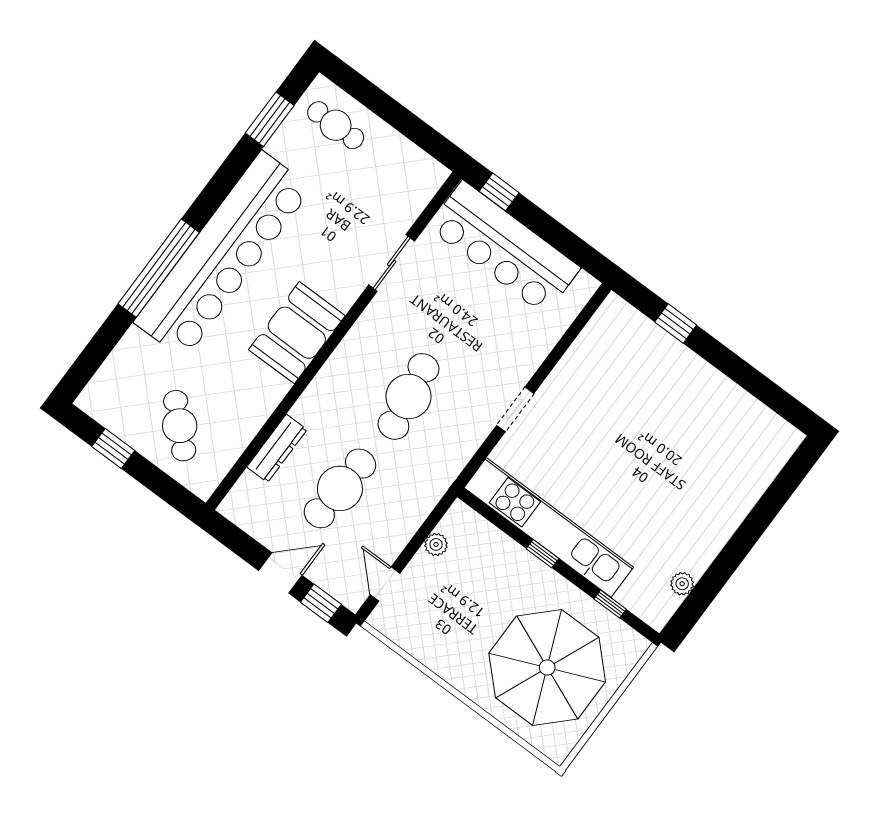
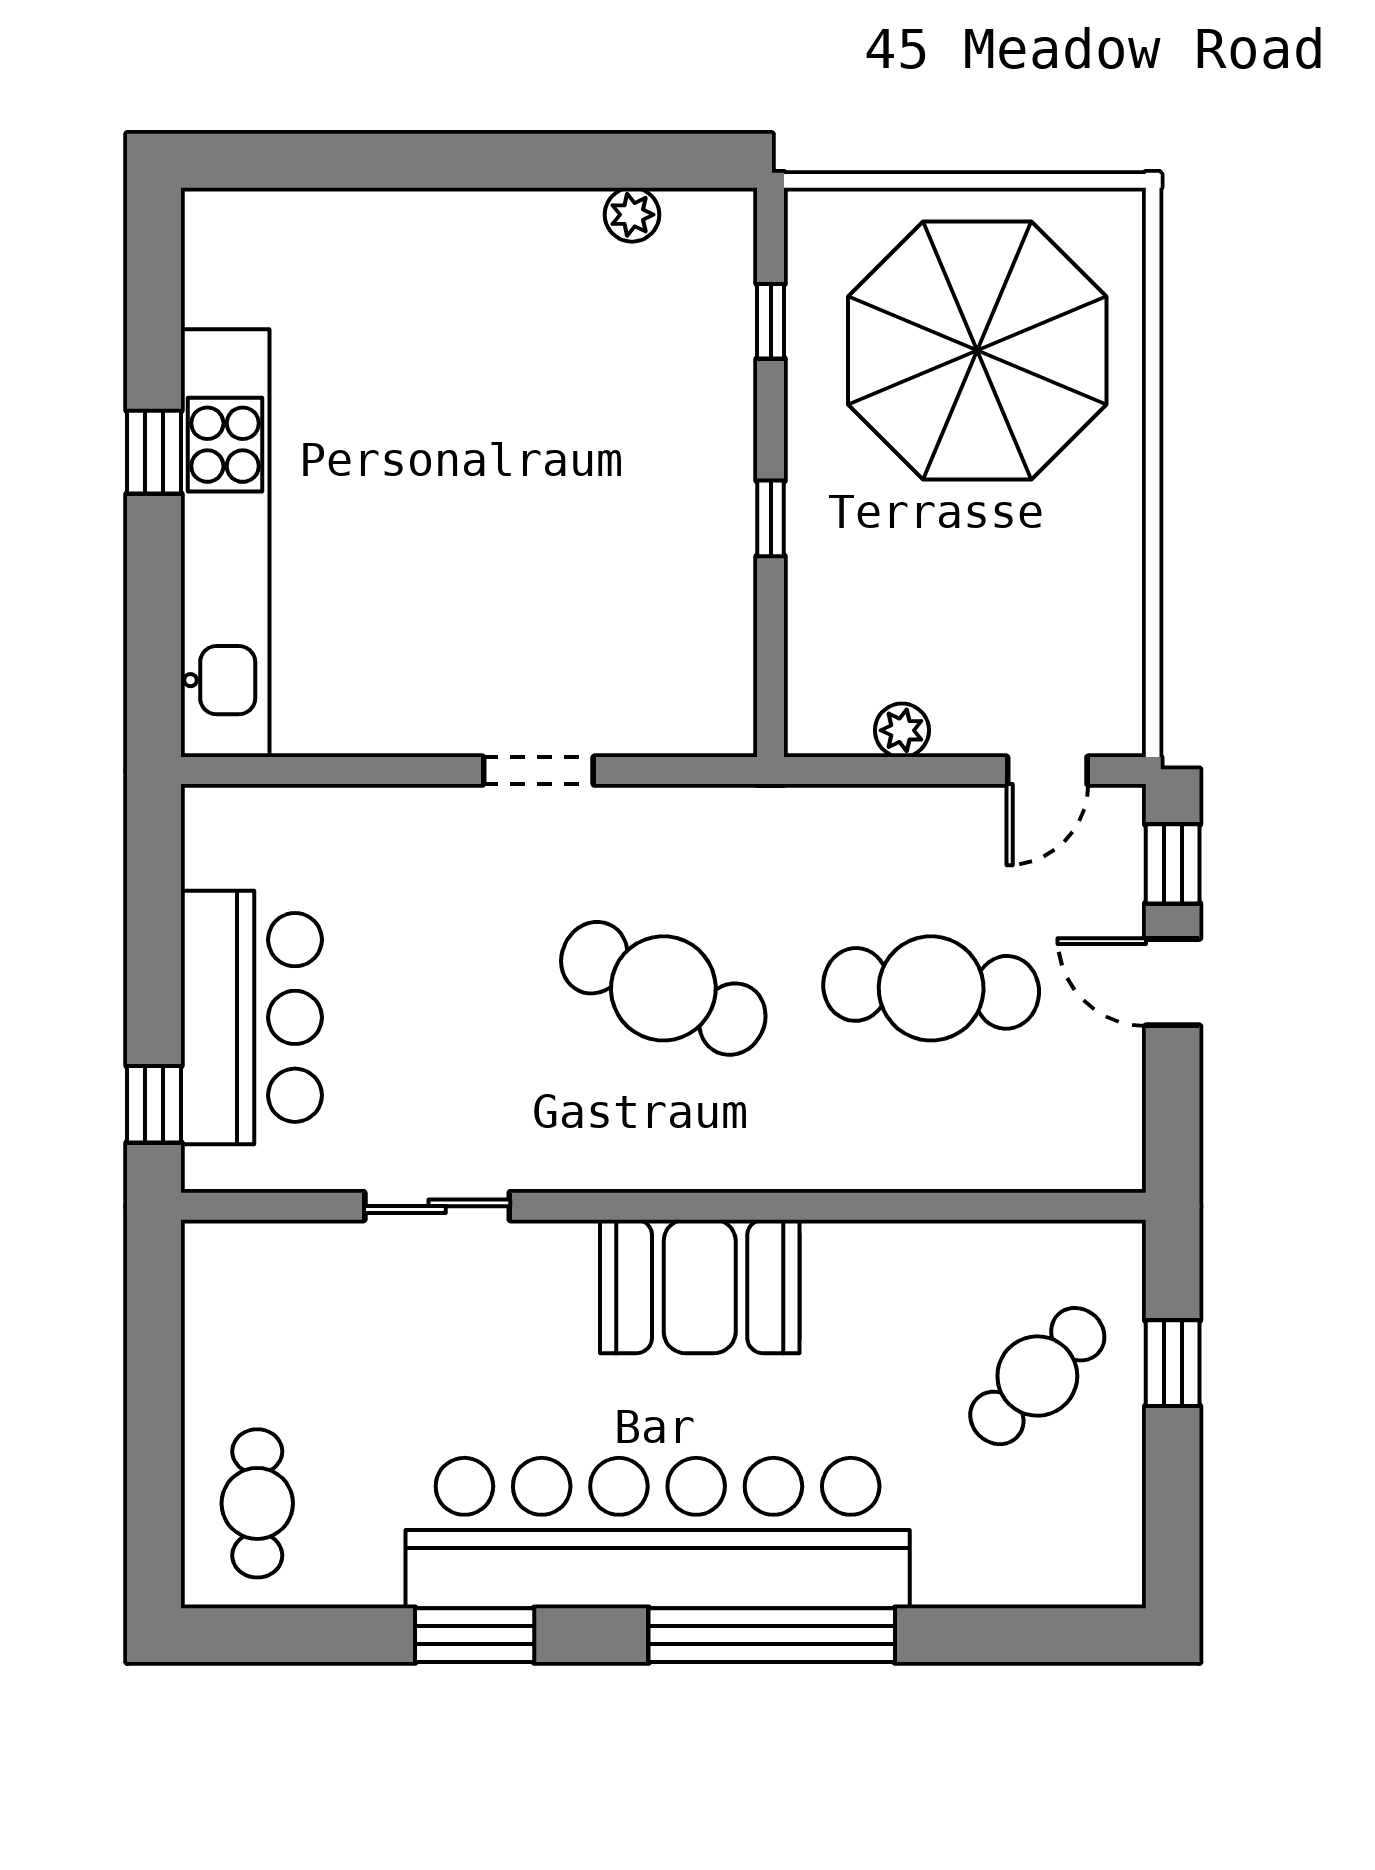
window: (270, 119) -> (475, 1635), moved
bar counter: (504, 248) -> (251, 1017), width x0.73
window: (676, 324) -> (154, 452), moved
cafe table: (408, 396) -> (663, 988), turned 33
window: (113, 448) -> (1173, 1363), moved
dresser: (277, 448) -> (944, 1162), removed
kitchen unit: (549, 527) -> (225, 543), moved, turned 180

